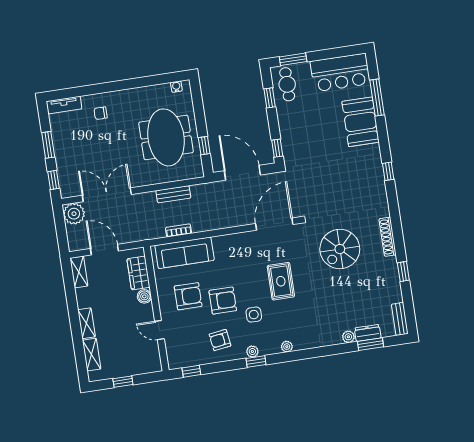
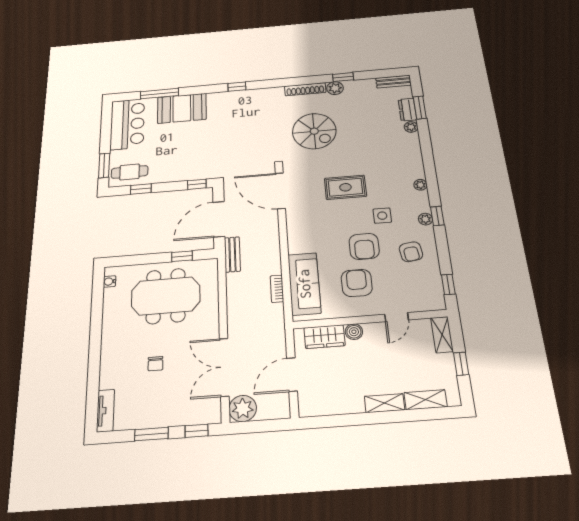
chair: (101, 113) -> (155, 364), moved
bench: (173, 194) -> (232, 254), moved
plant: (390, 265) -> (335, 88), added
shelving: (79, 272) -> (442, 335), moved, turned 90
armchair: (223, 301) -> (364, 246), turned 180

